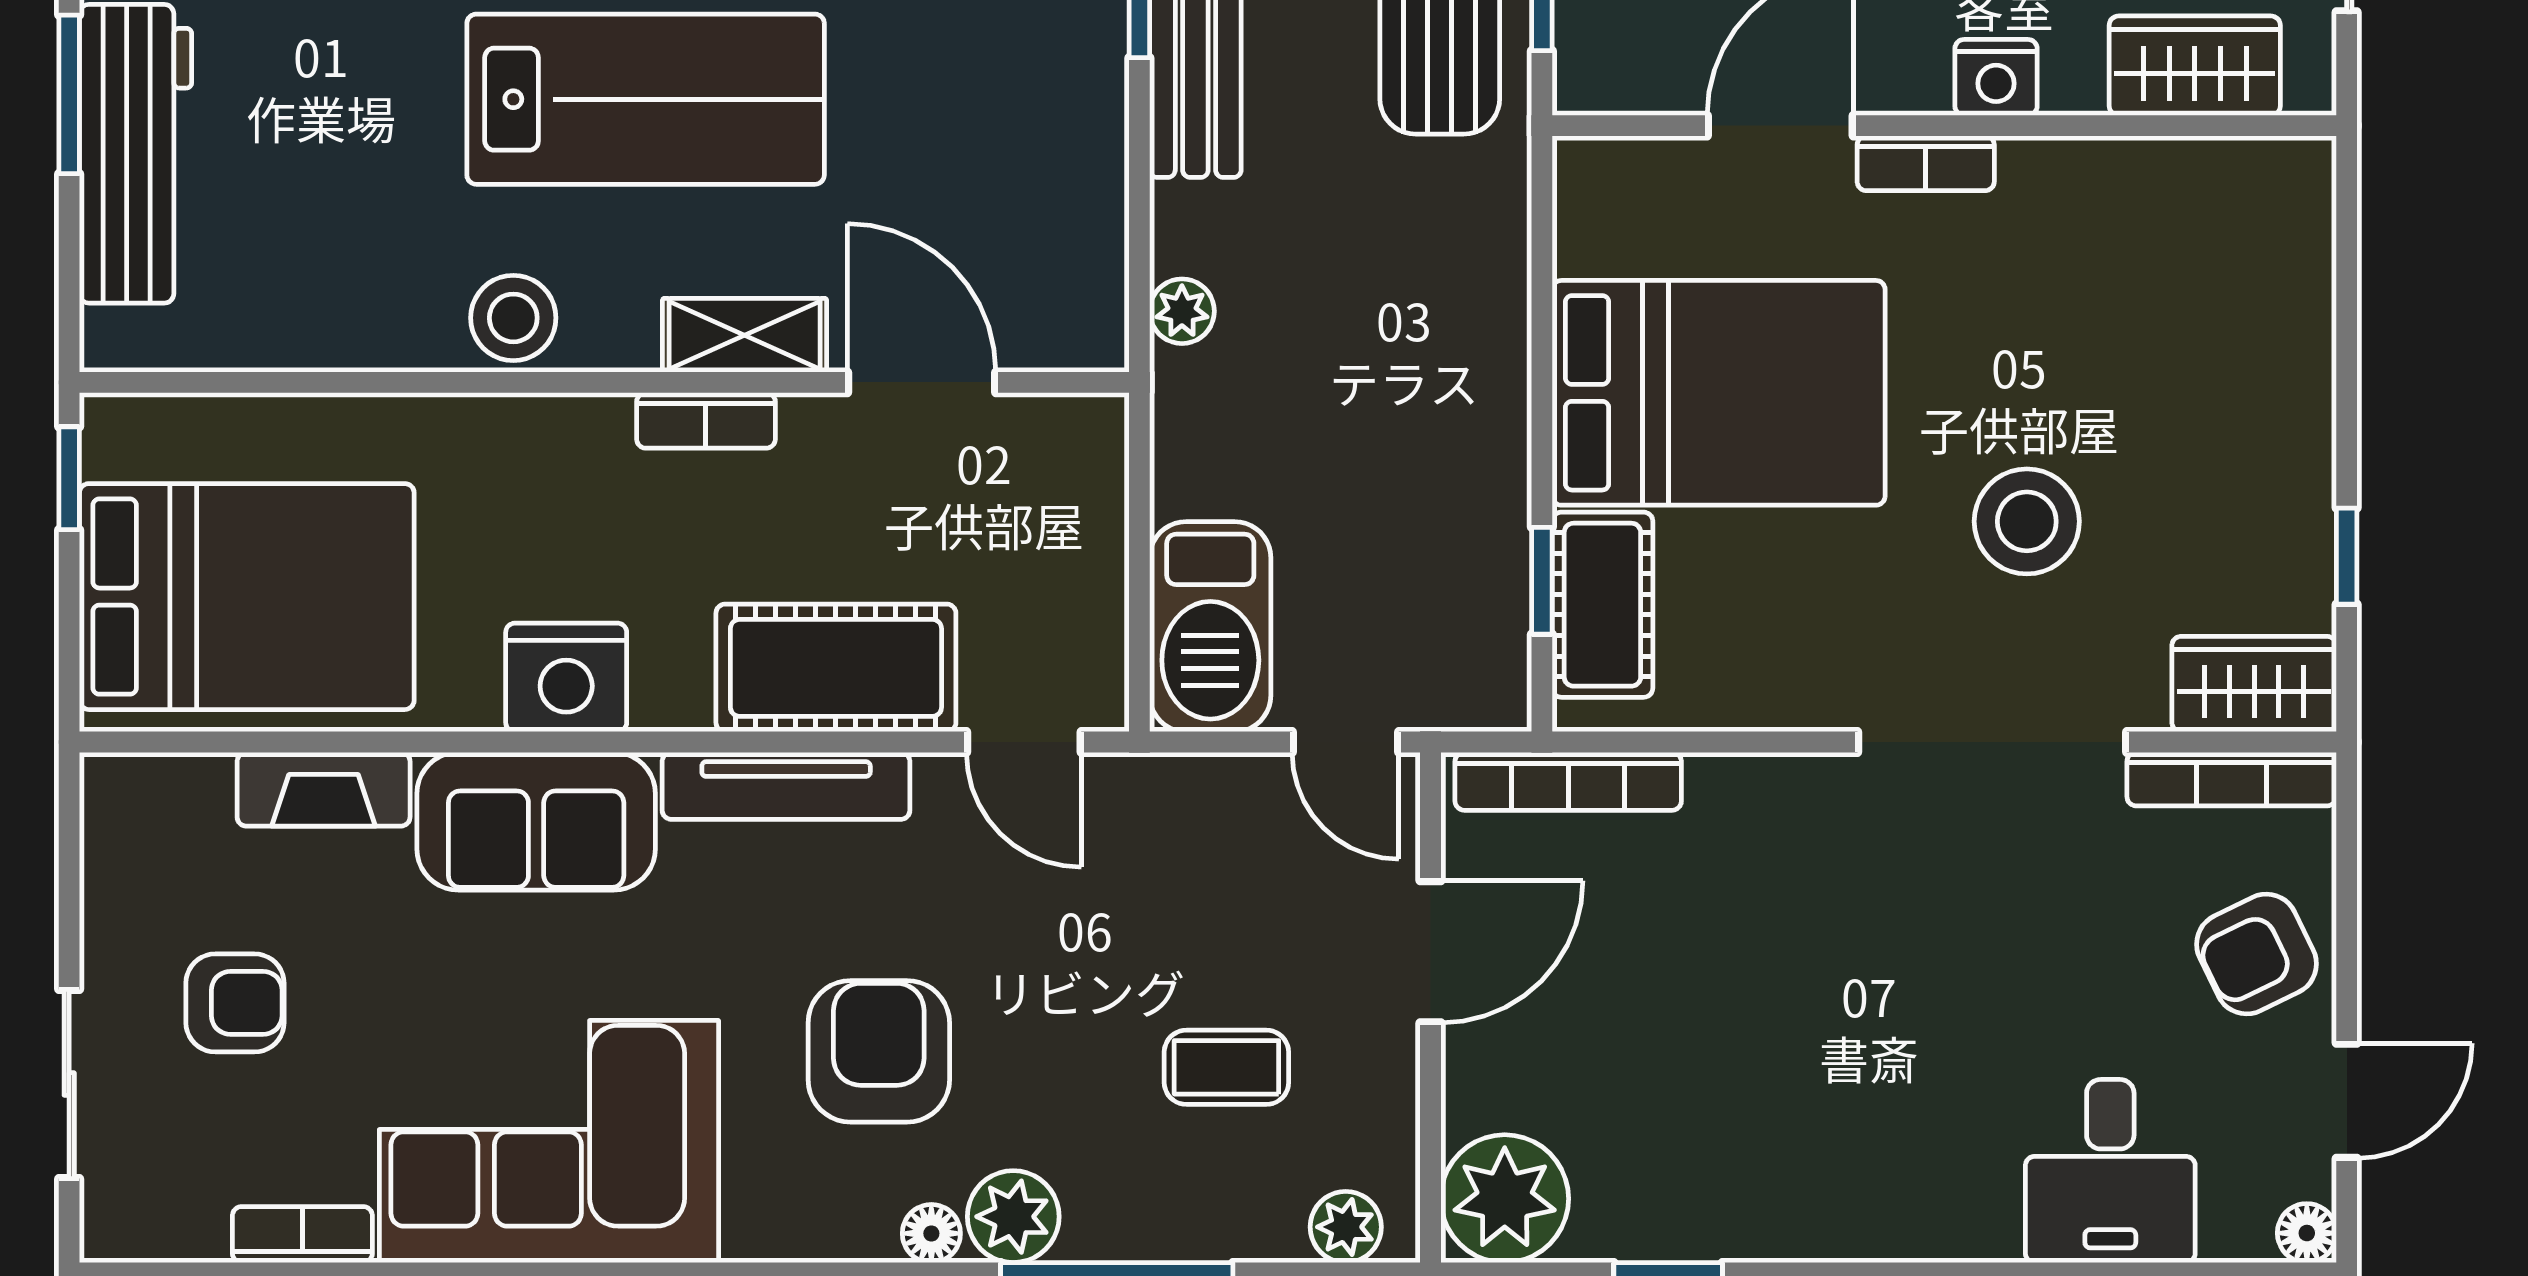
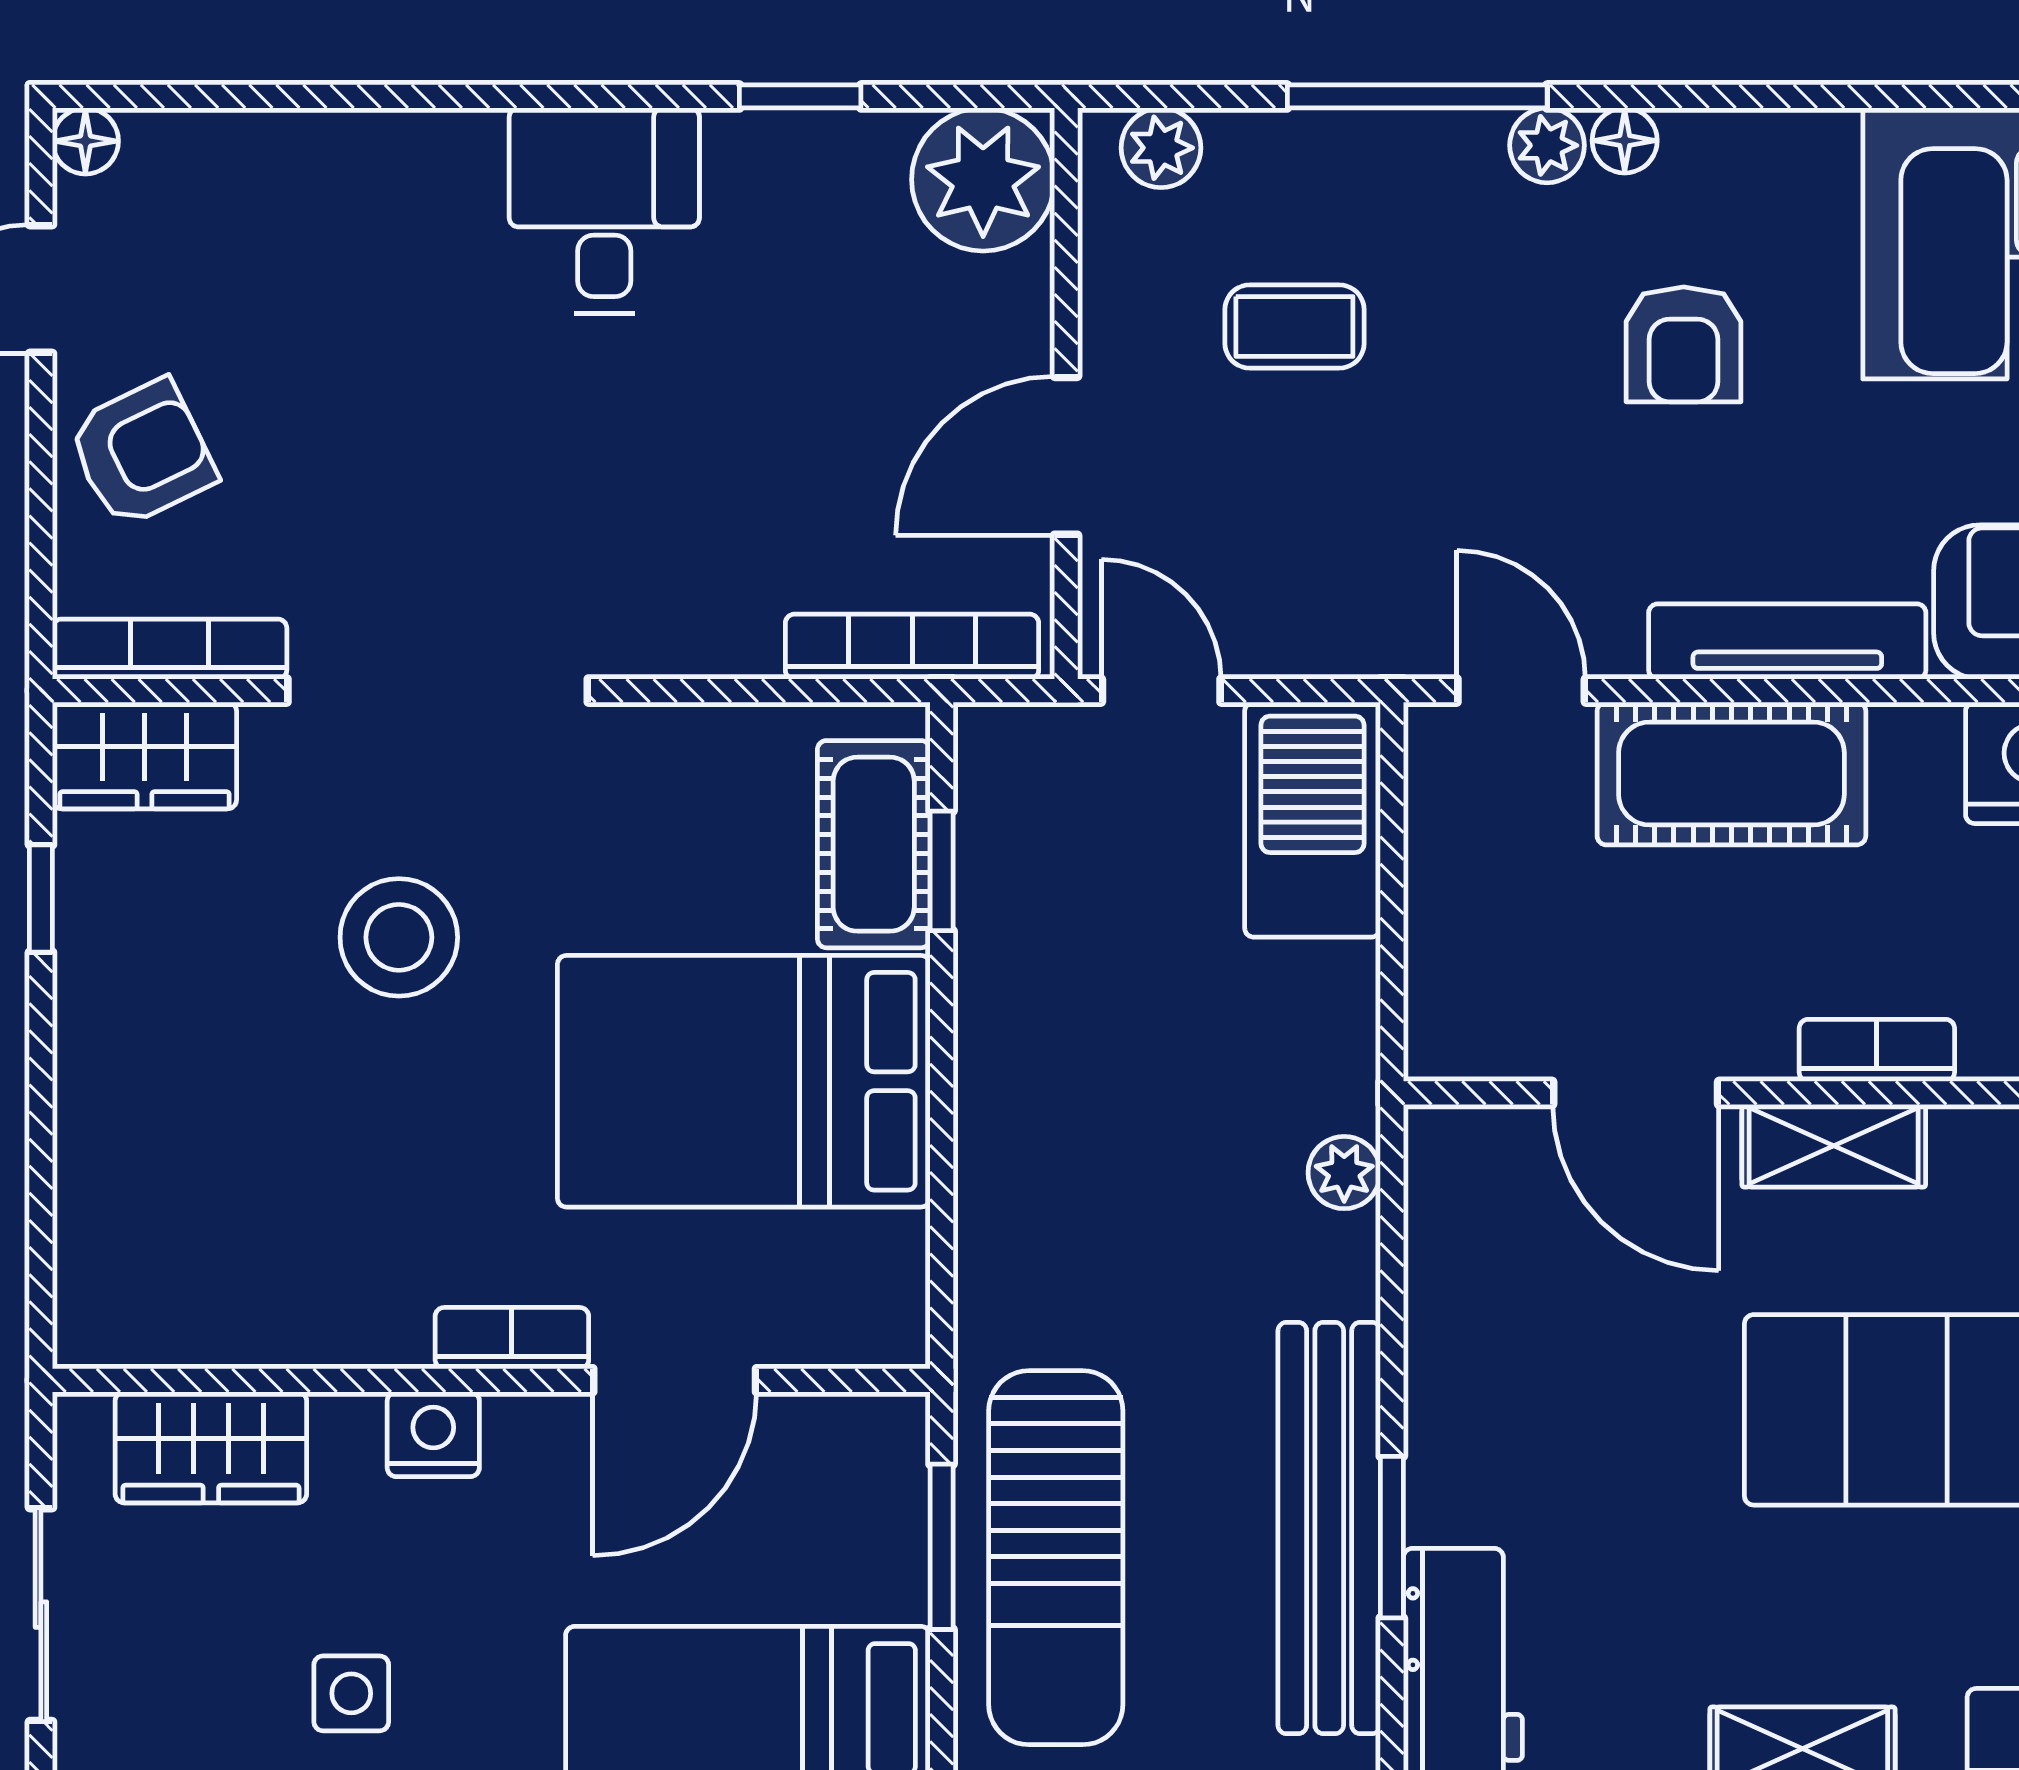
armchair: (879, 1051) -> (1684, 344), width x0.72, depth x0.72
desk: (2110, 1171) -> (604, 210), moved
plant: (1013, 1217) -> (1547, 145), width x0.73, depth x0.73

